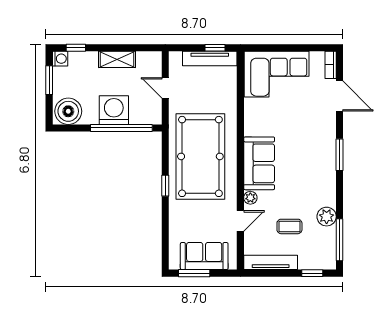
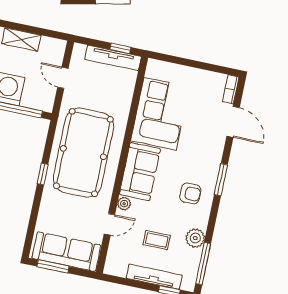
corner sofa: (277, 74) -> (160, 114), moved, turned -90
armchair: (313, 174) -> (190, 193), added
sofa: (204, 256) -> (66, 252), width x1.36
tv unit: (271, 262) -> (154, 277), moved

